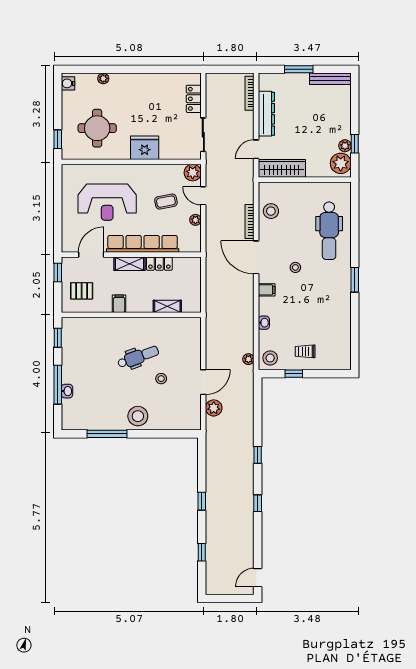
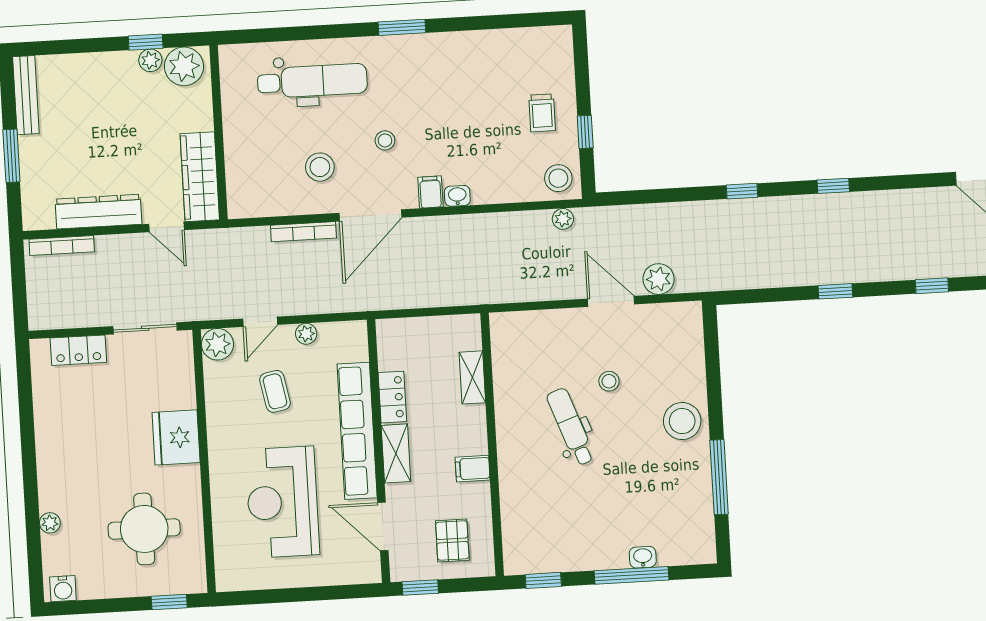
reception desk: (107, 202) -> (283, 502), turned 180
stool: (271, 211) -> (320, 167), moved
washbasin: (264, 323) -> (457, 196), moved

